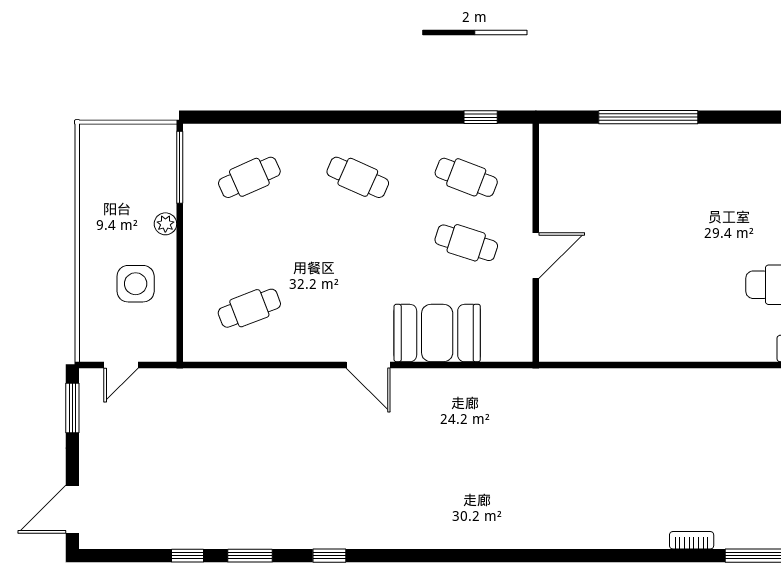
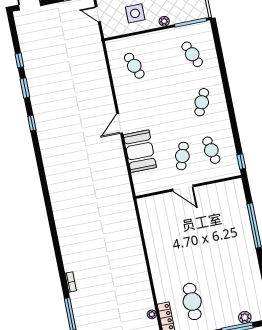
window: (481, 117) -> (241, 162), moved
cafe table: (466, 177) -> (211, 150), turned -33

